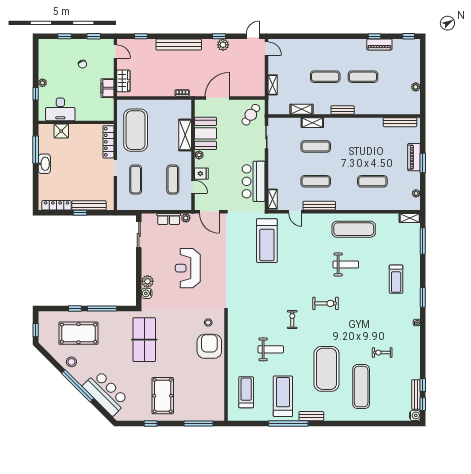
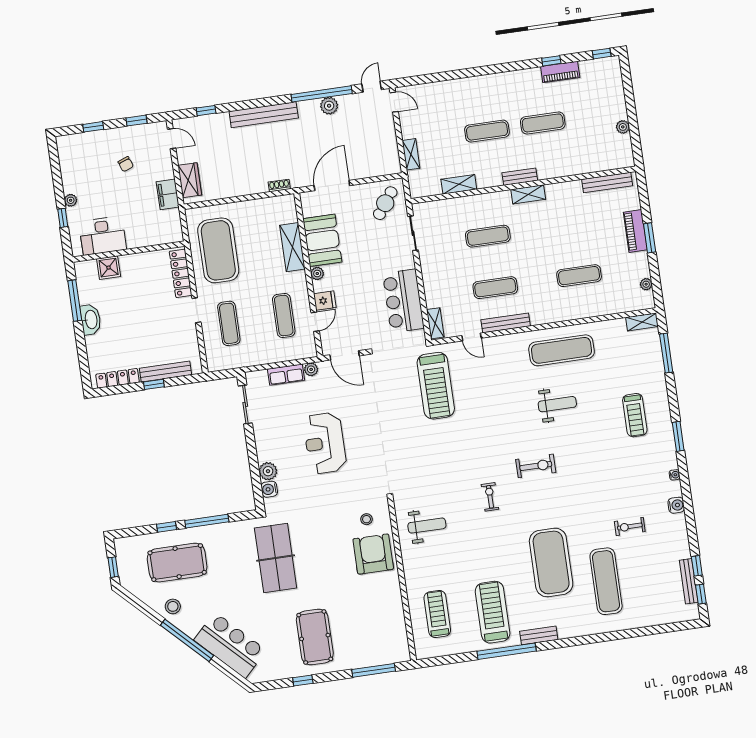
window: (219, 36) -> (322, 94), width x3.17
shelving: (312, 123) -> (528, 194), moved
door: (193, 187) -> (315, 322), hinge flipped
weight bench: (271, 349) -> (427, 526), moved
water cooler: (415, 415) -> (676, 505), moved

